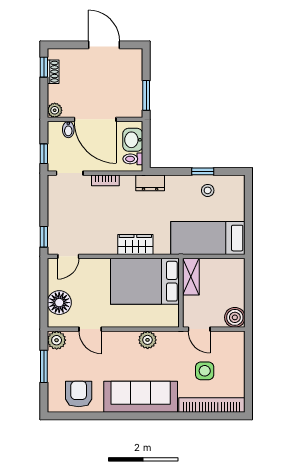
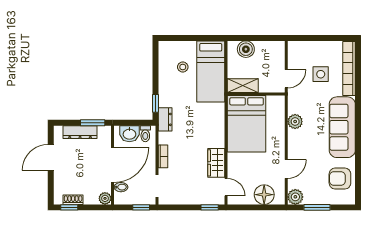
dresser: (135, 80) -> (80, 132), added
window: (203, 171) -> (156, 103), moved
stool: (208, 190) -> (183, 67), moved
wardrobe: (135, 245) -> (216, 163), moved
boiler: (235, 317) -> (246, 49), moved

